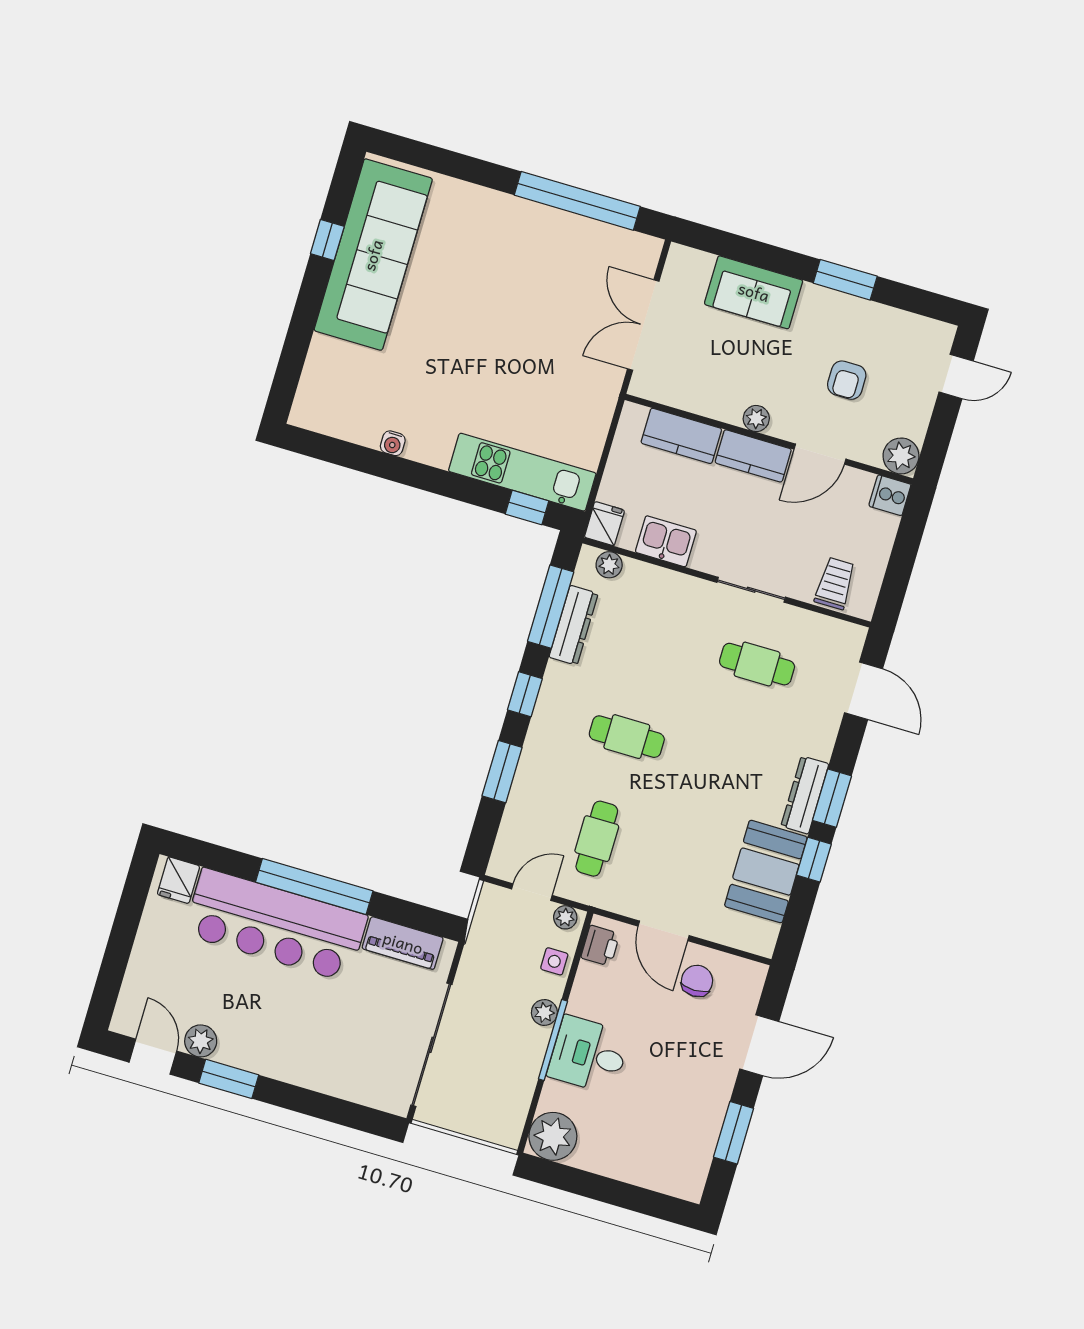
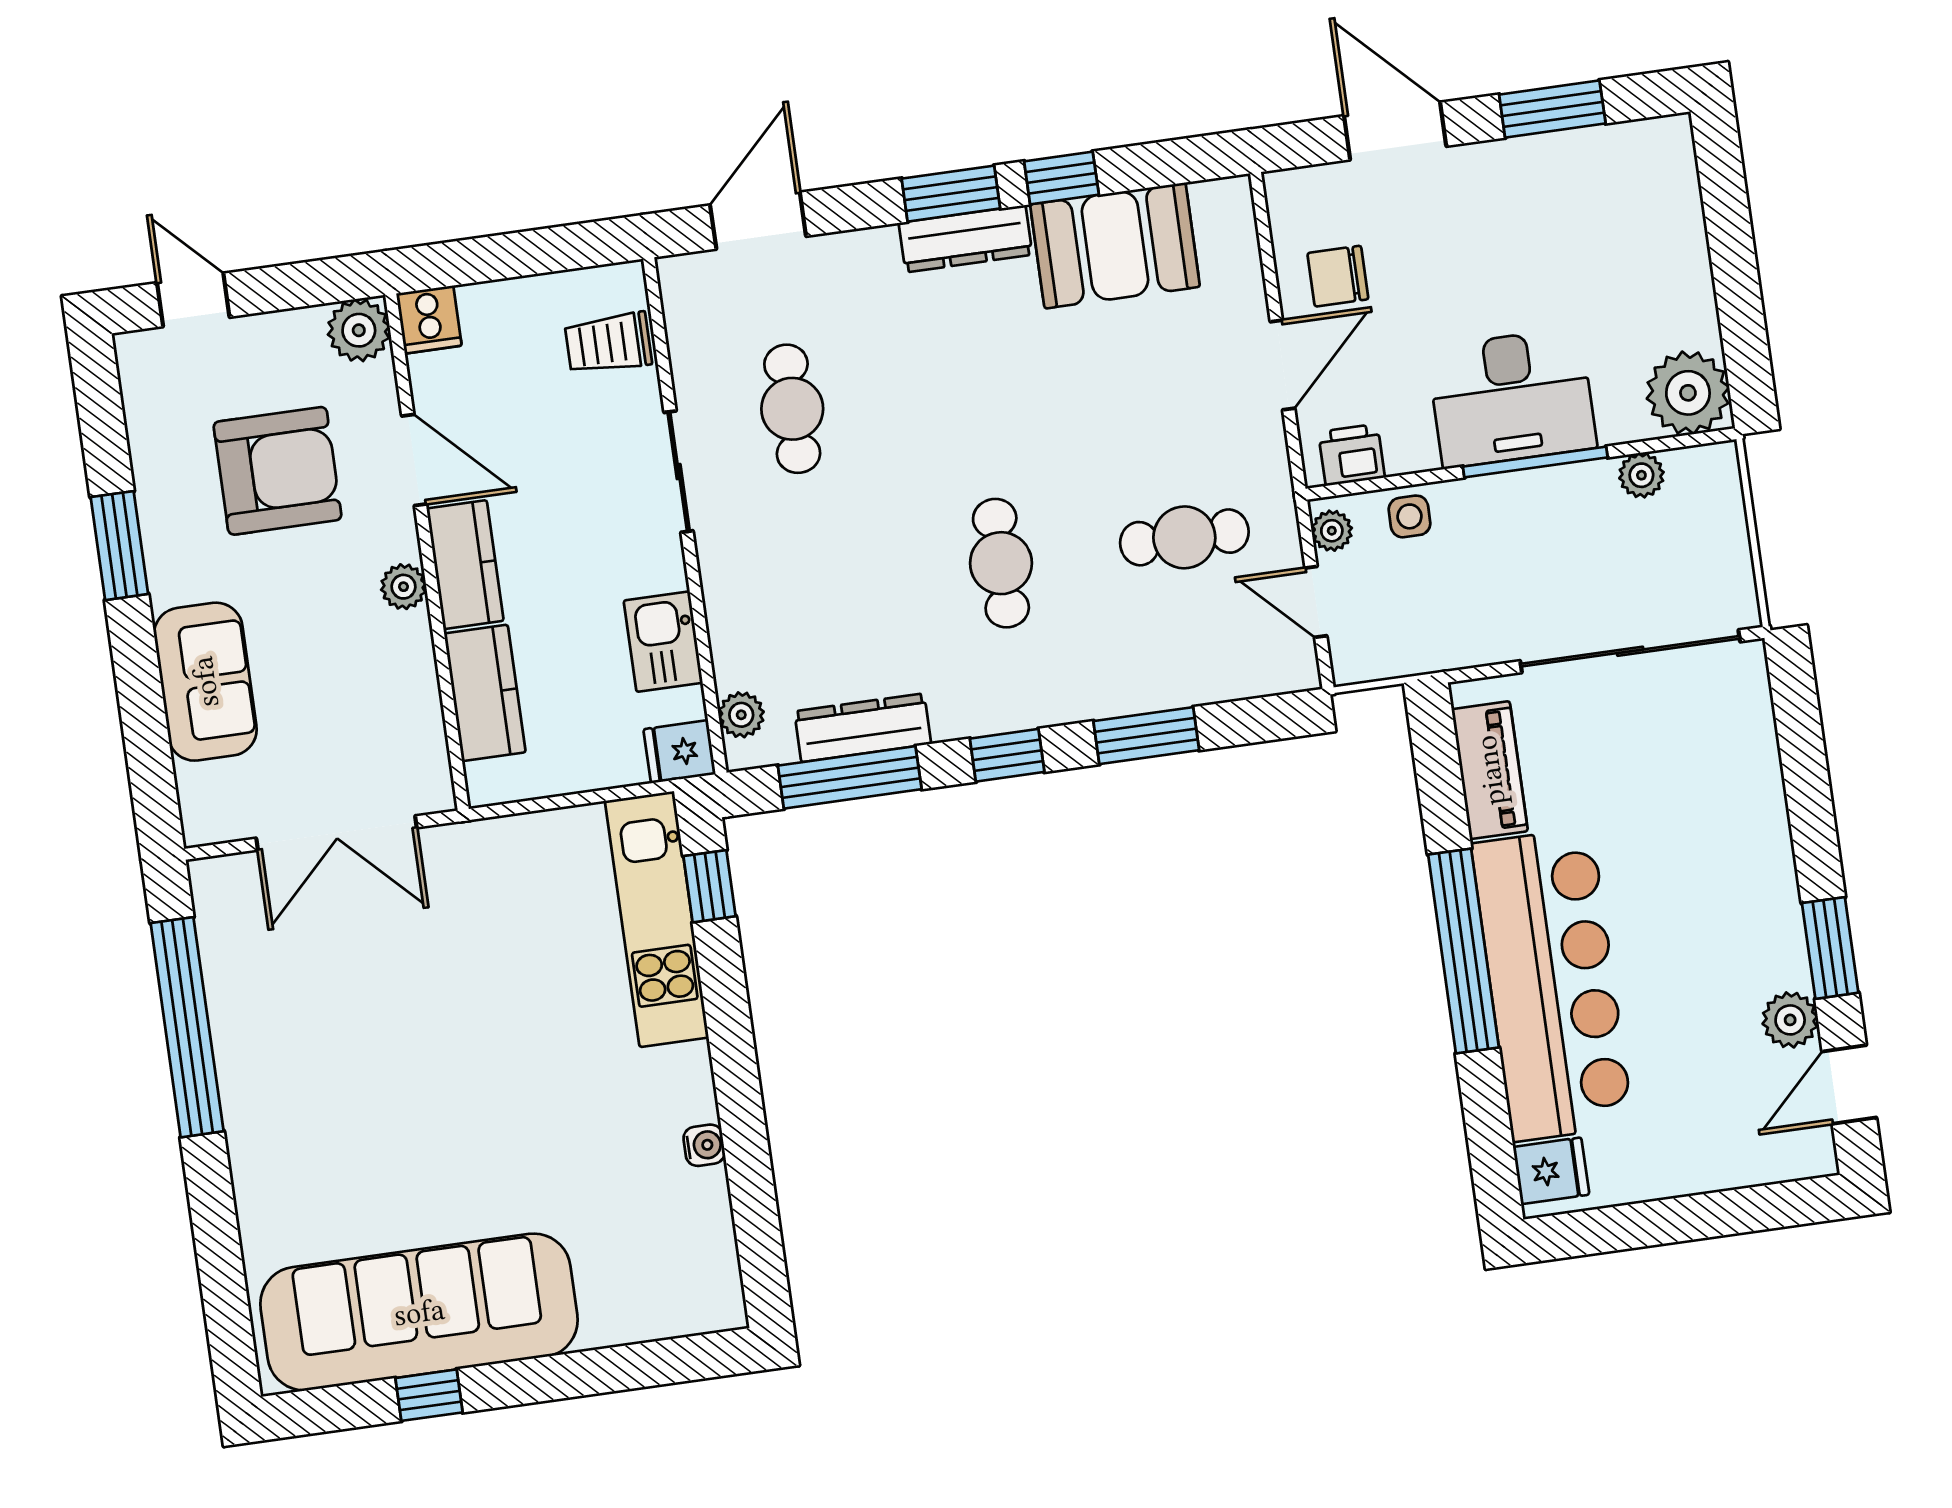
armchair: (847, 380) -> (278, 471), width x1.88, depth x1.88
plant: (544, 1012) -> (1641, 475), moved
desk: (589, 1055) -> (1512, 398), width x1.37

